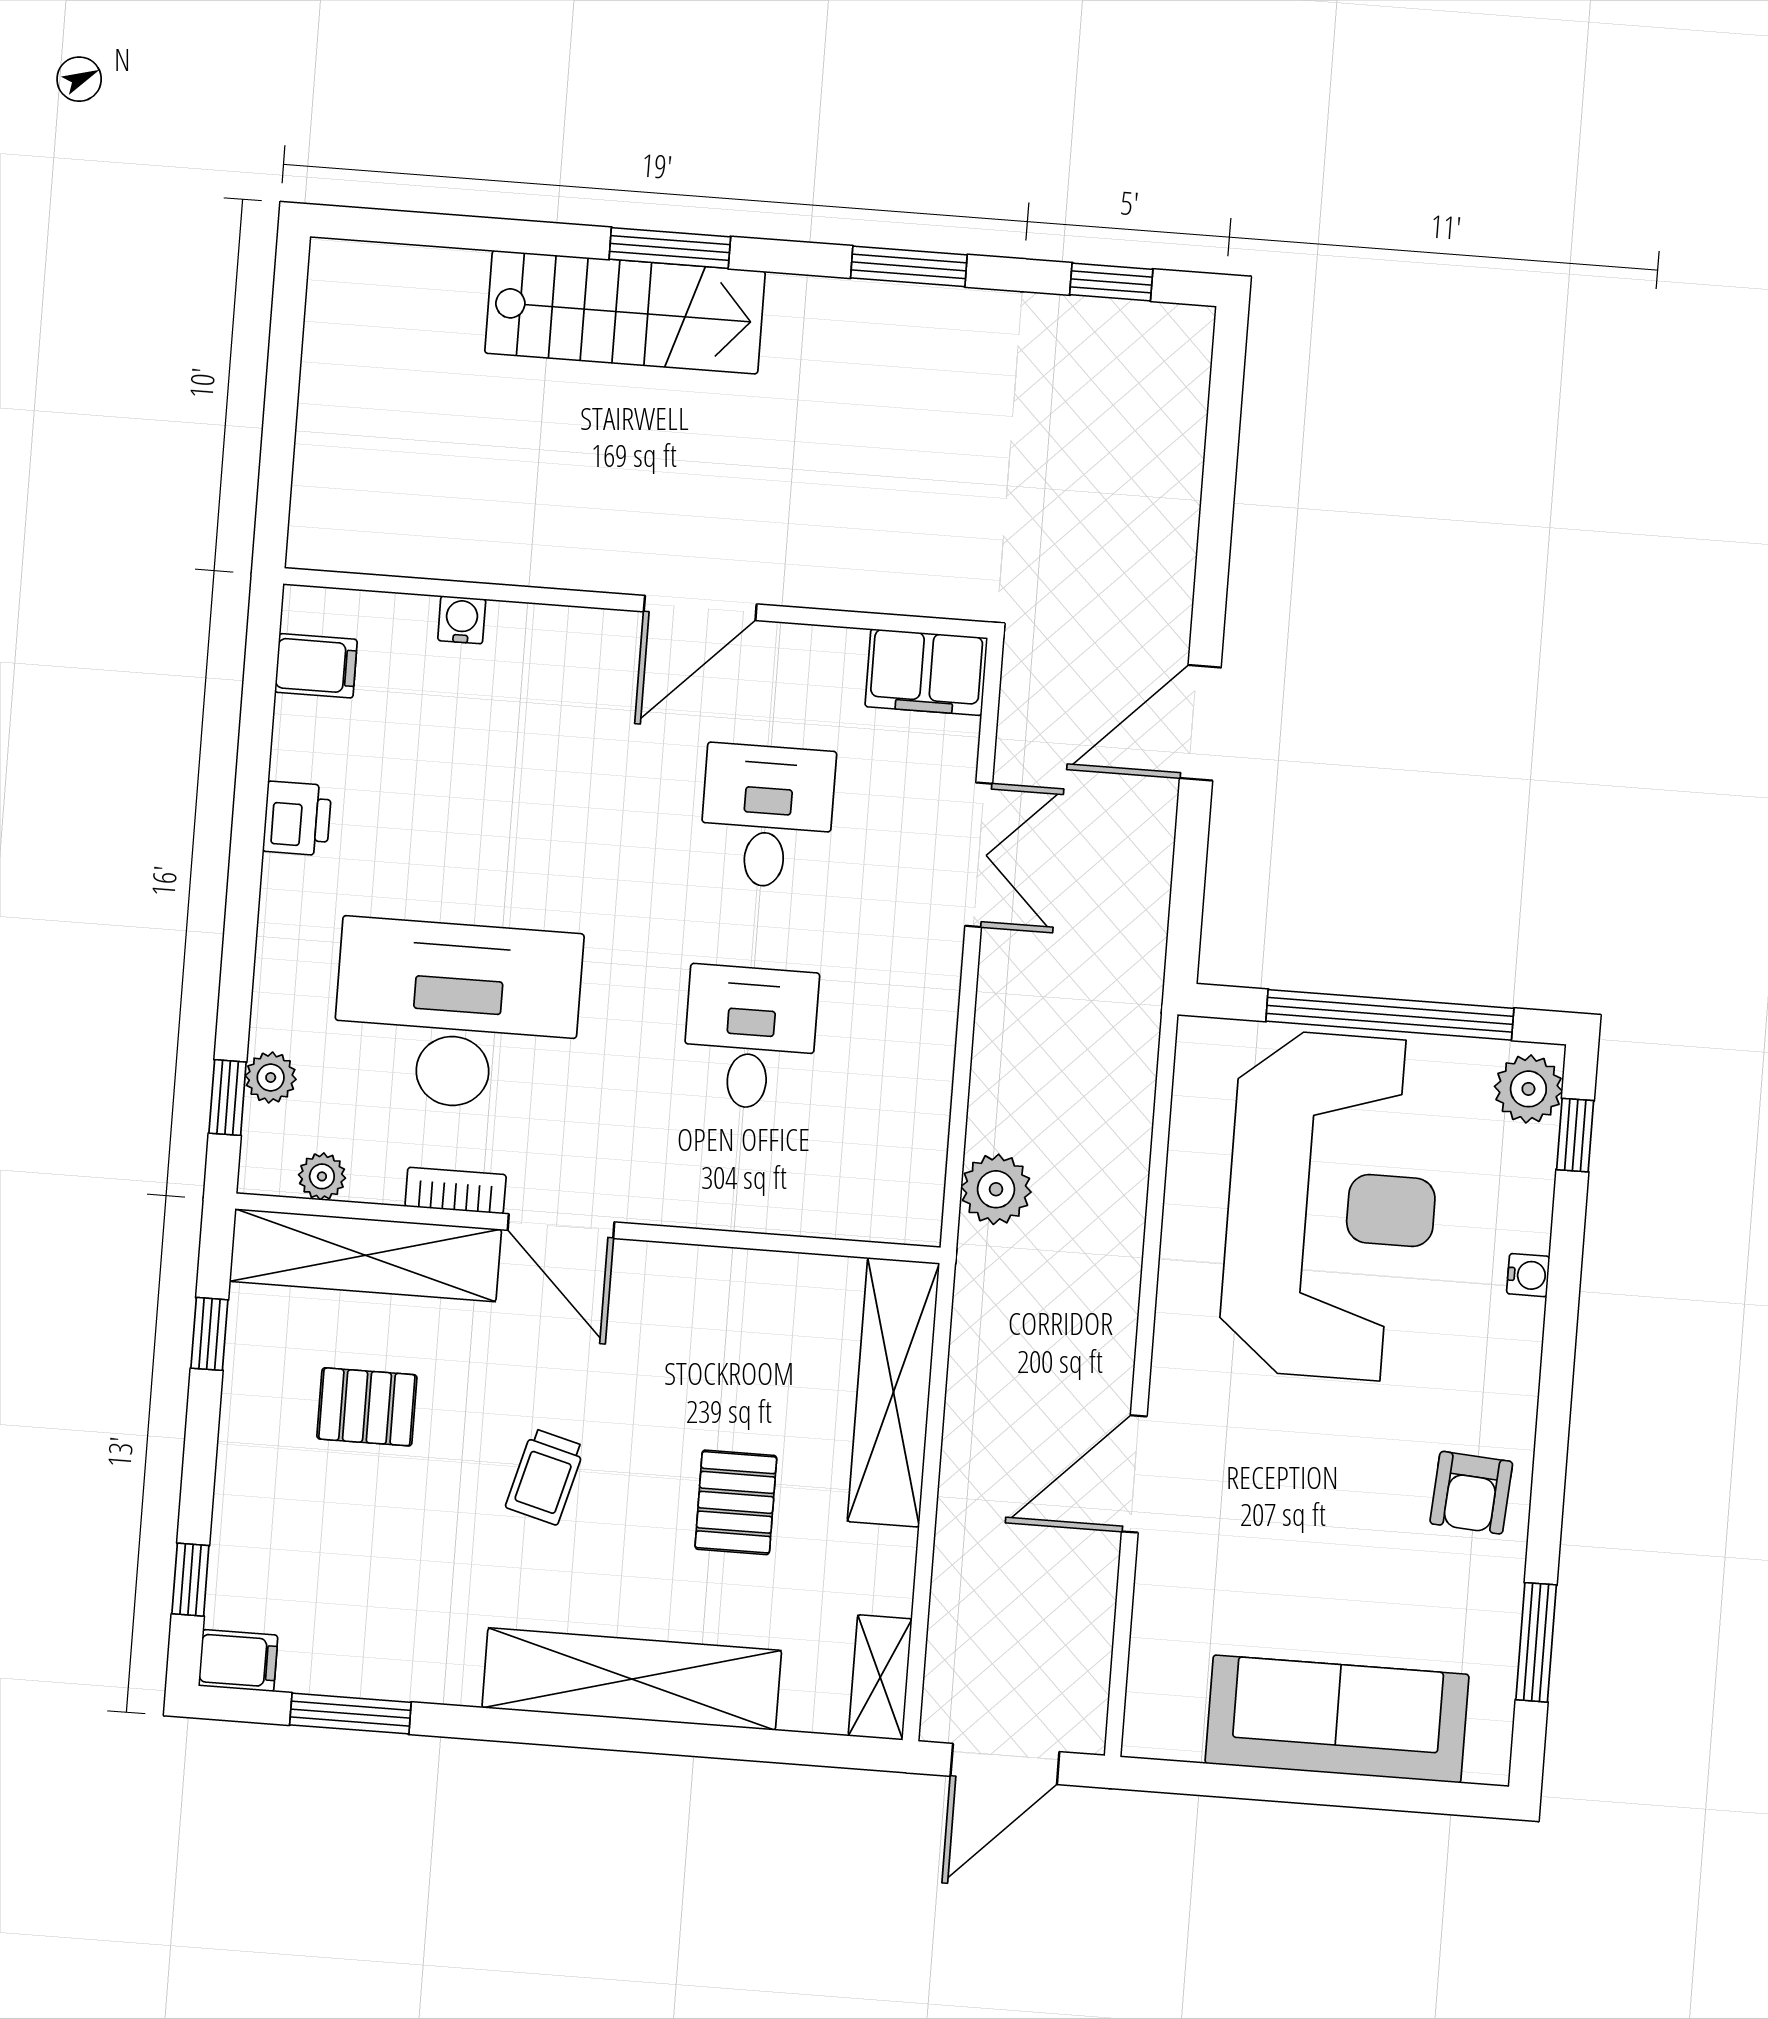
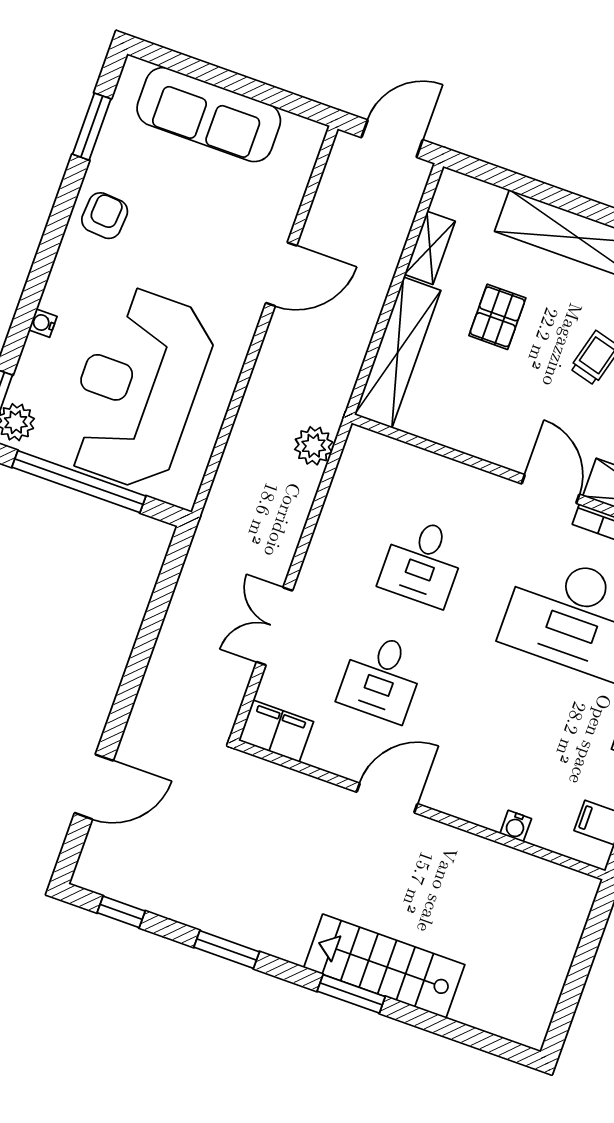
door: (1200, 723) -> (94, 787), moved
shelving: (880, 1677) -> (430, 248), moved

